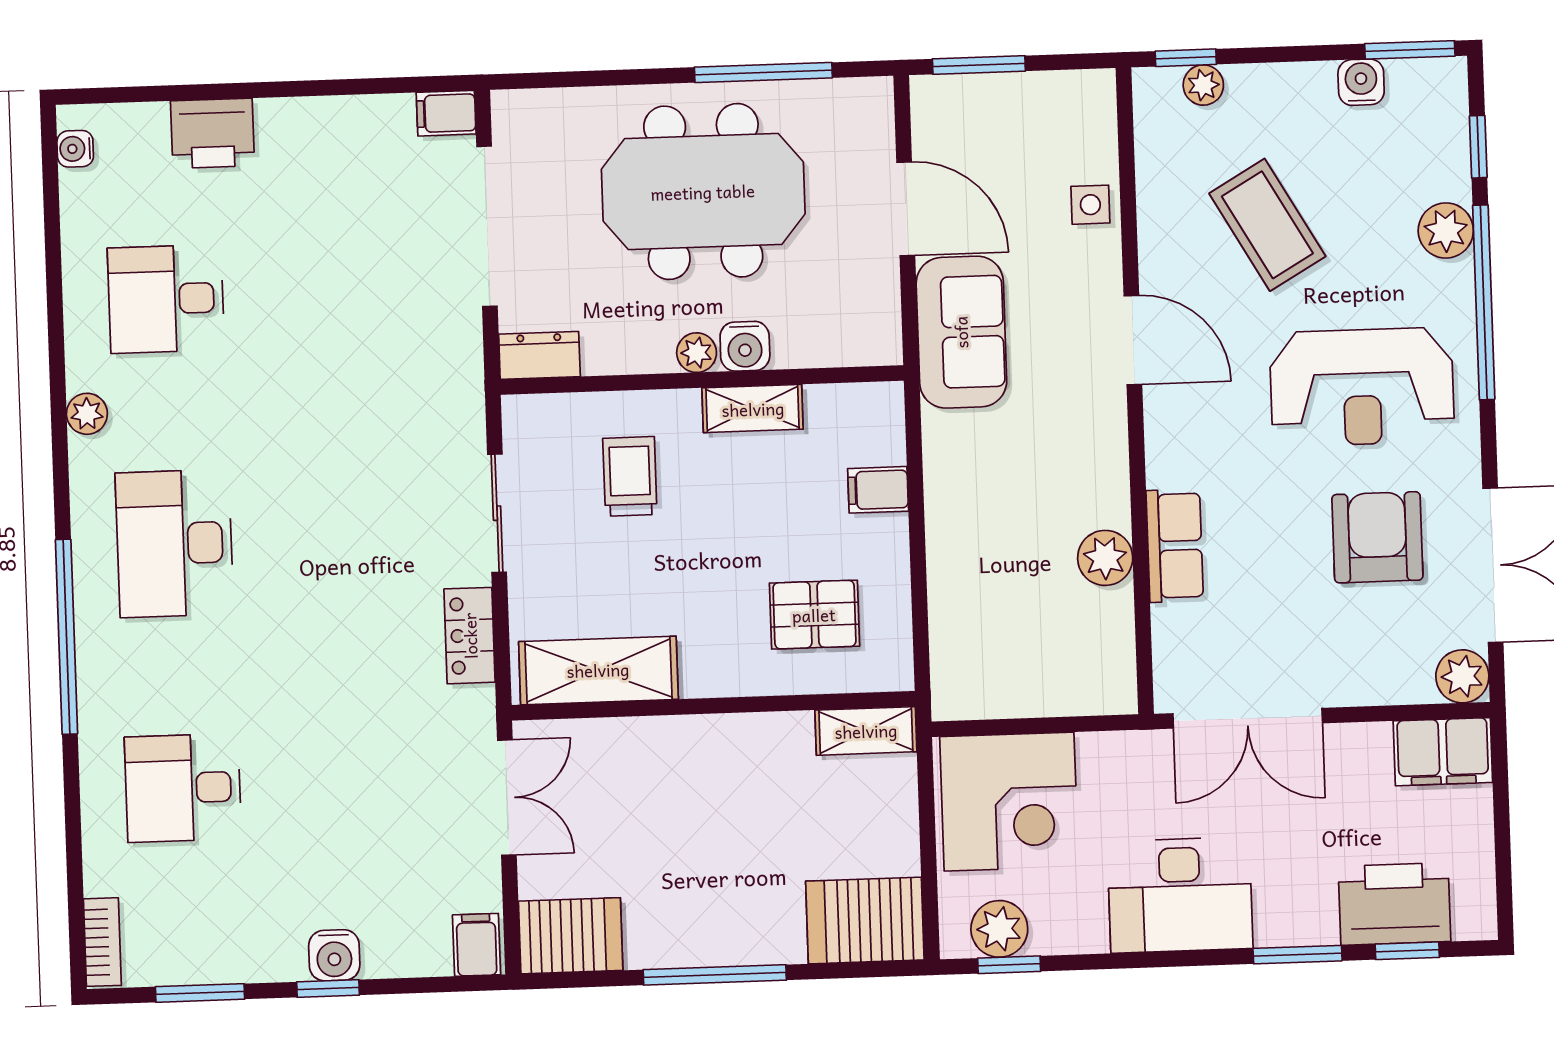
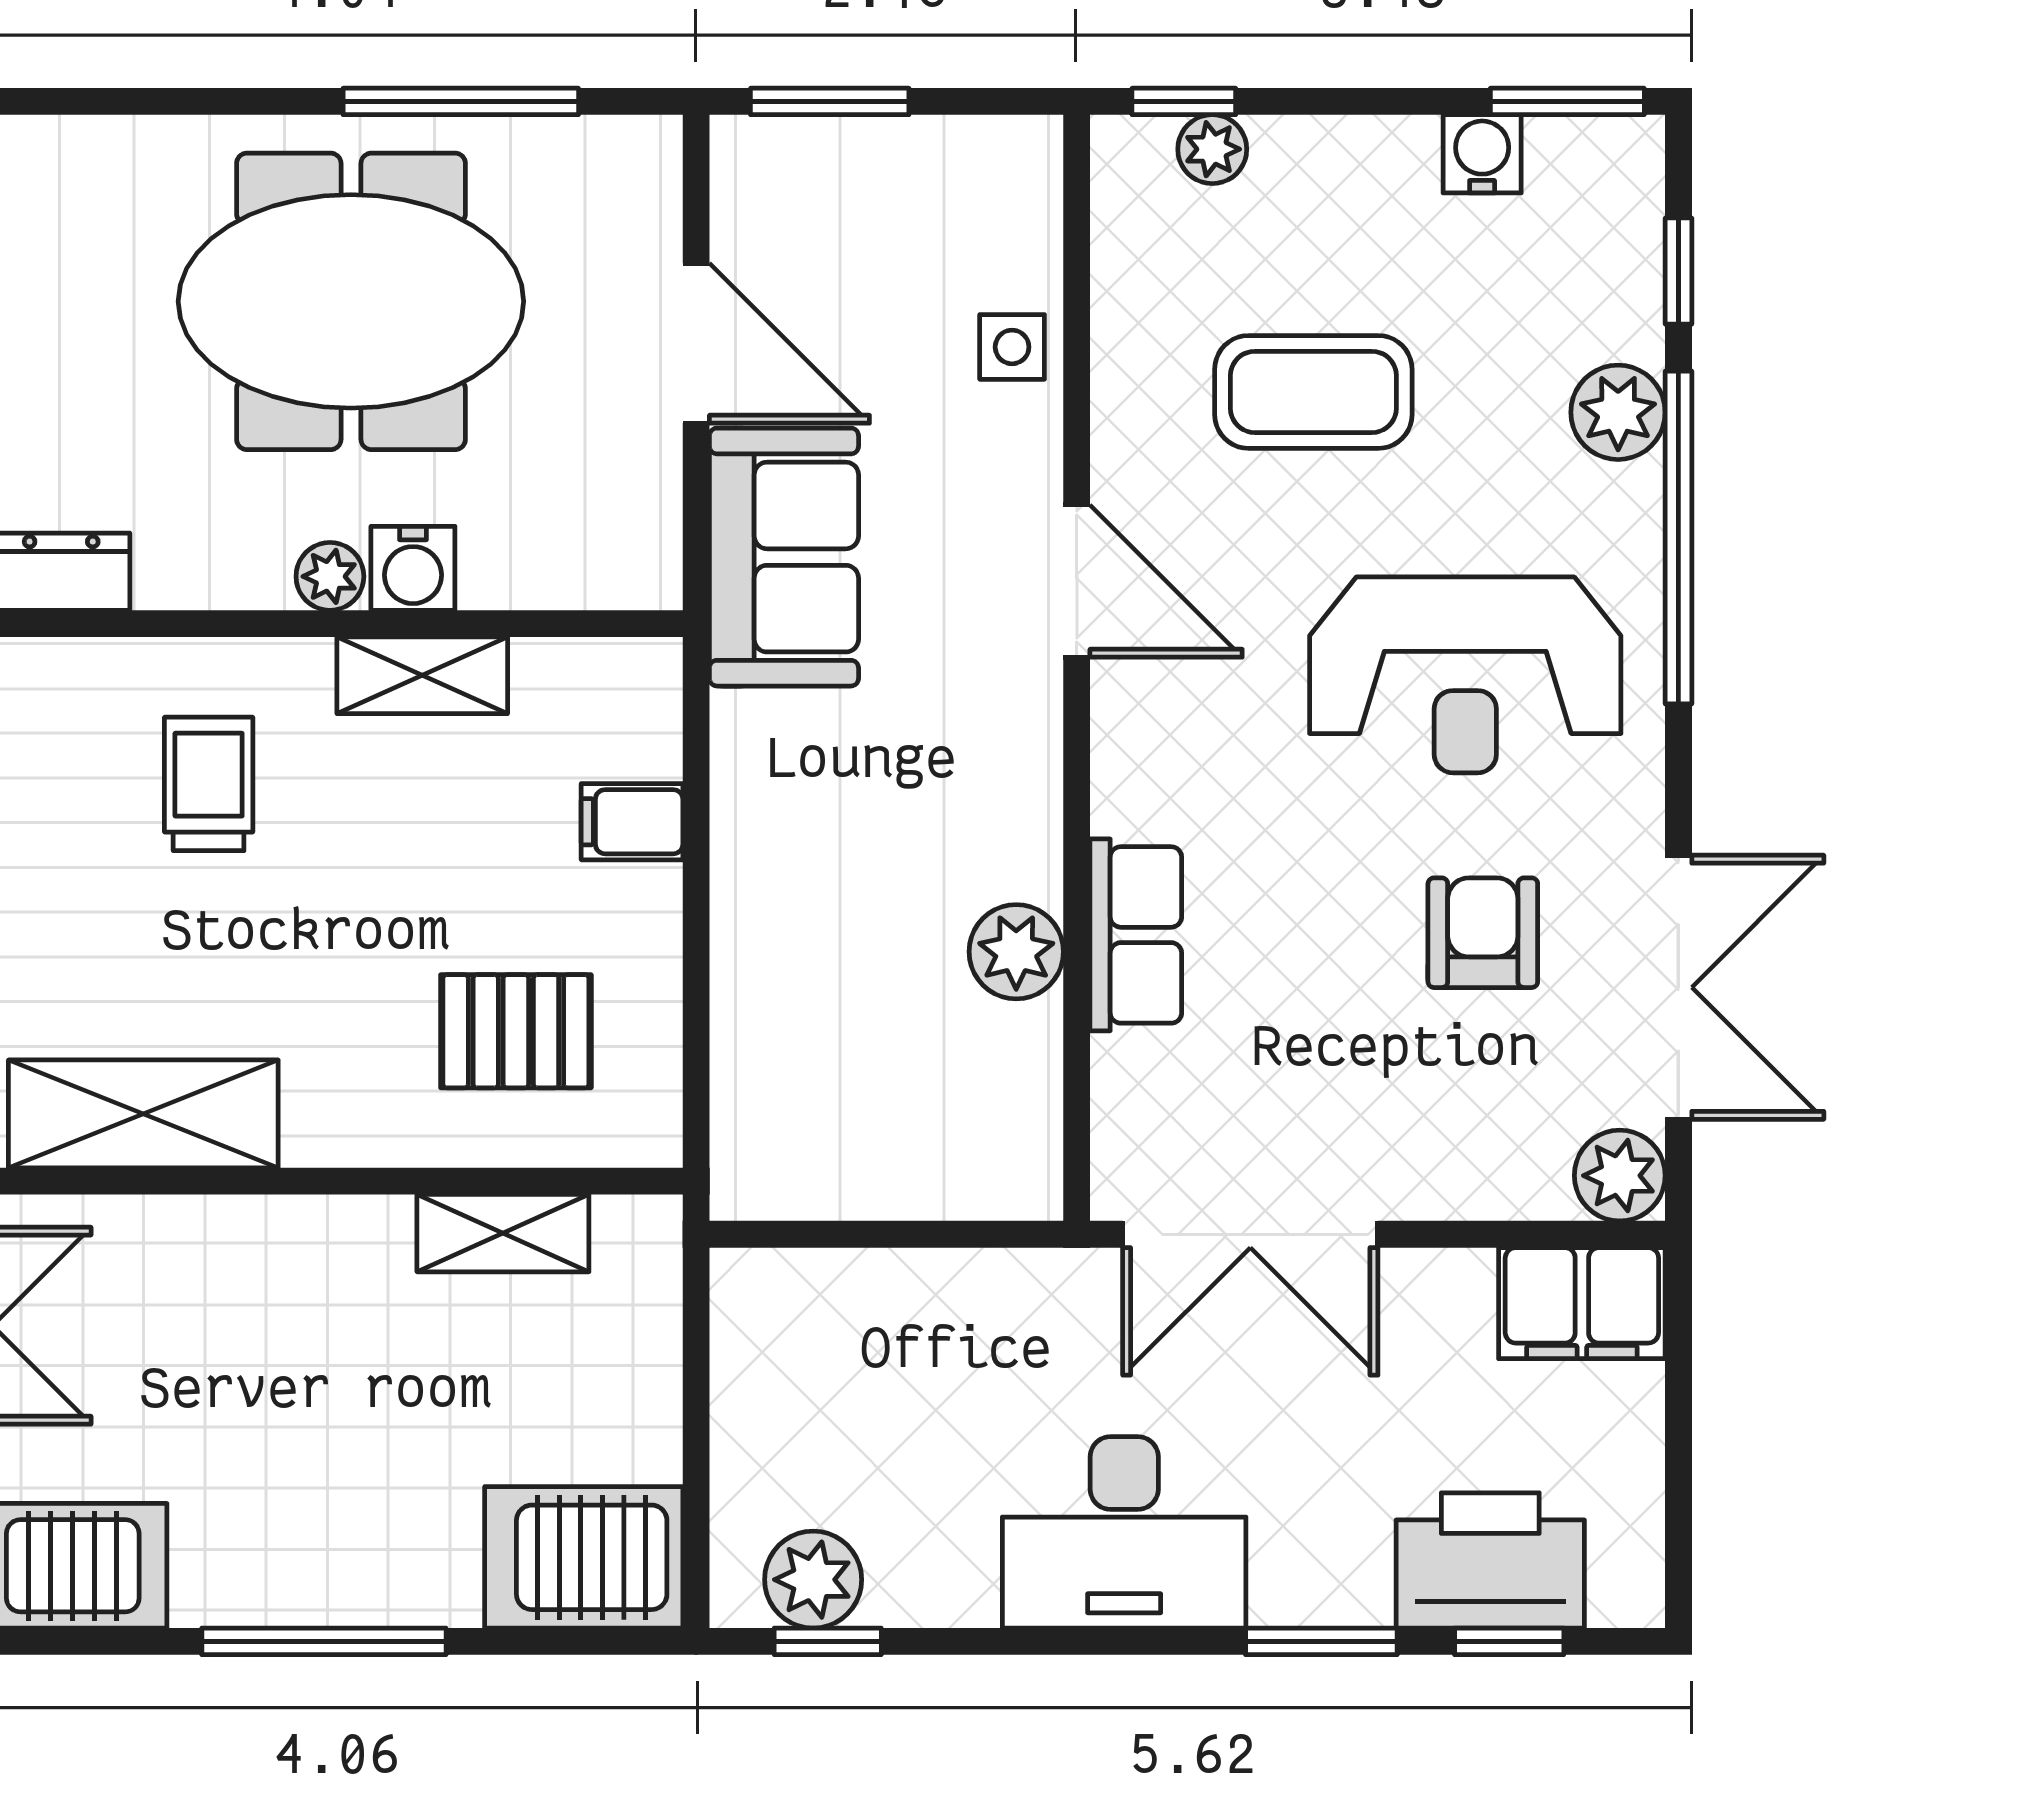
coffee table: (1267, 225) -> (1313, 392), turned -60
armchair: (1377, 537) -> (1483, 933), width x0.72, depth x0.72
shelving: (866, 731) -> (503, 1233), moved
corner desk: (1009, 802) -> (837, 1363), removed

